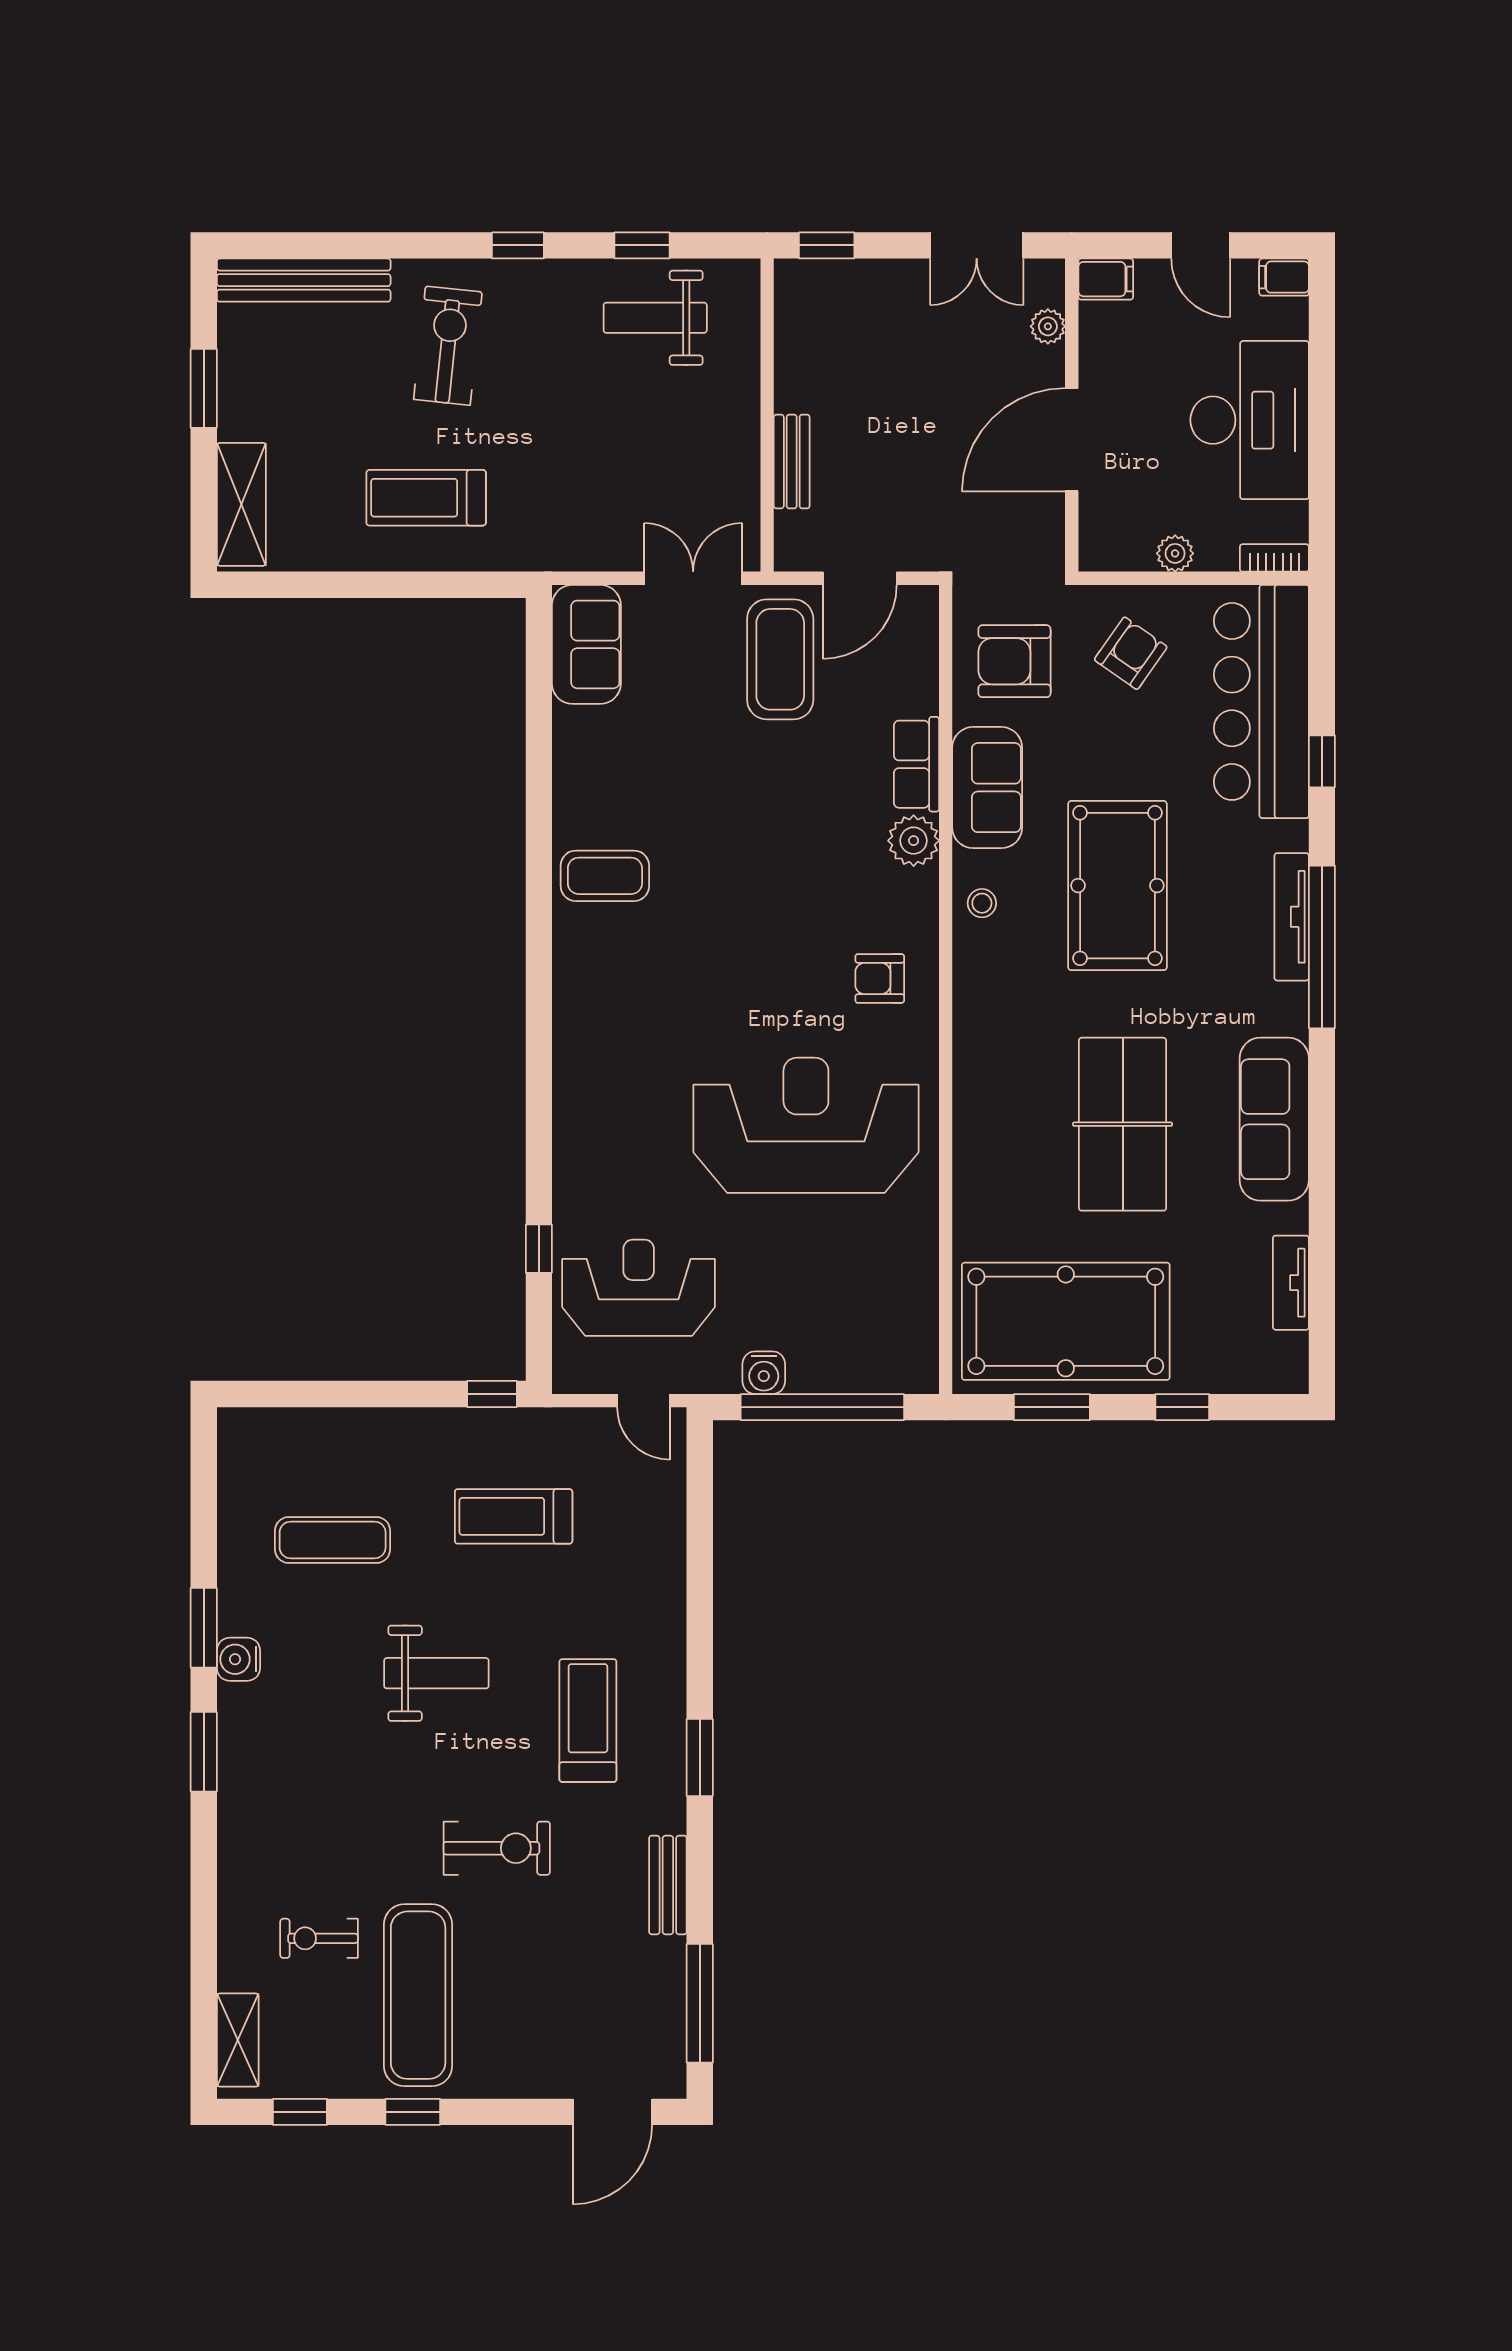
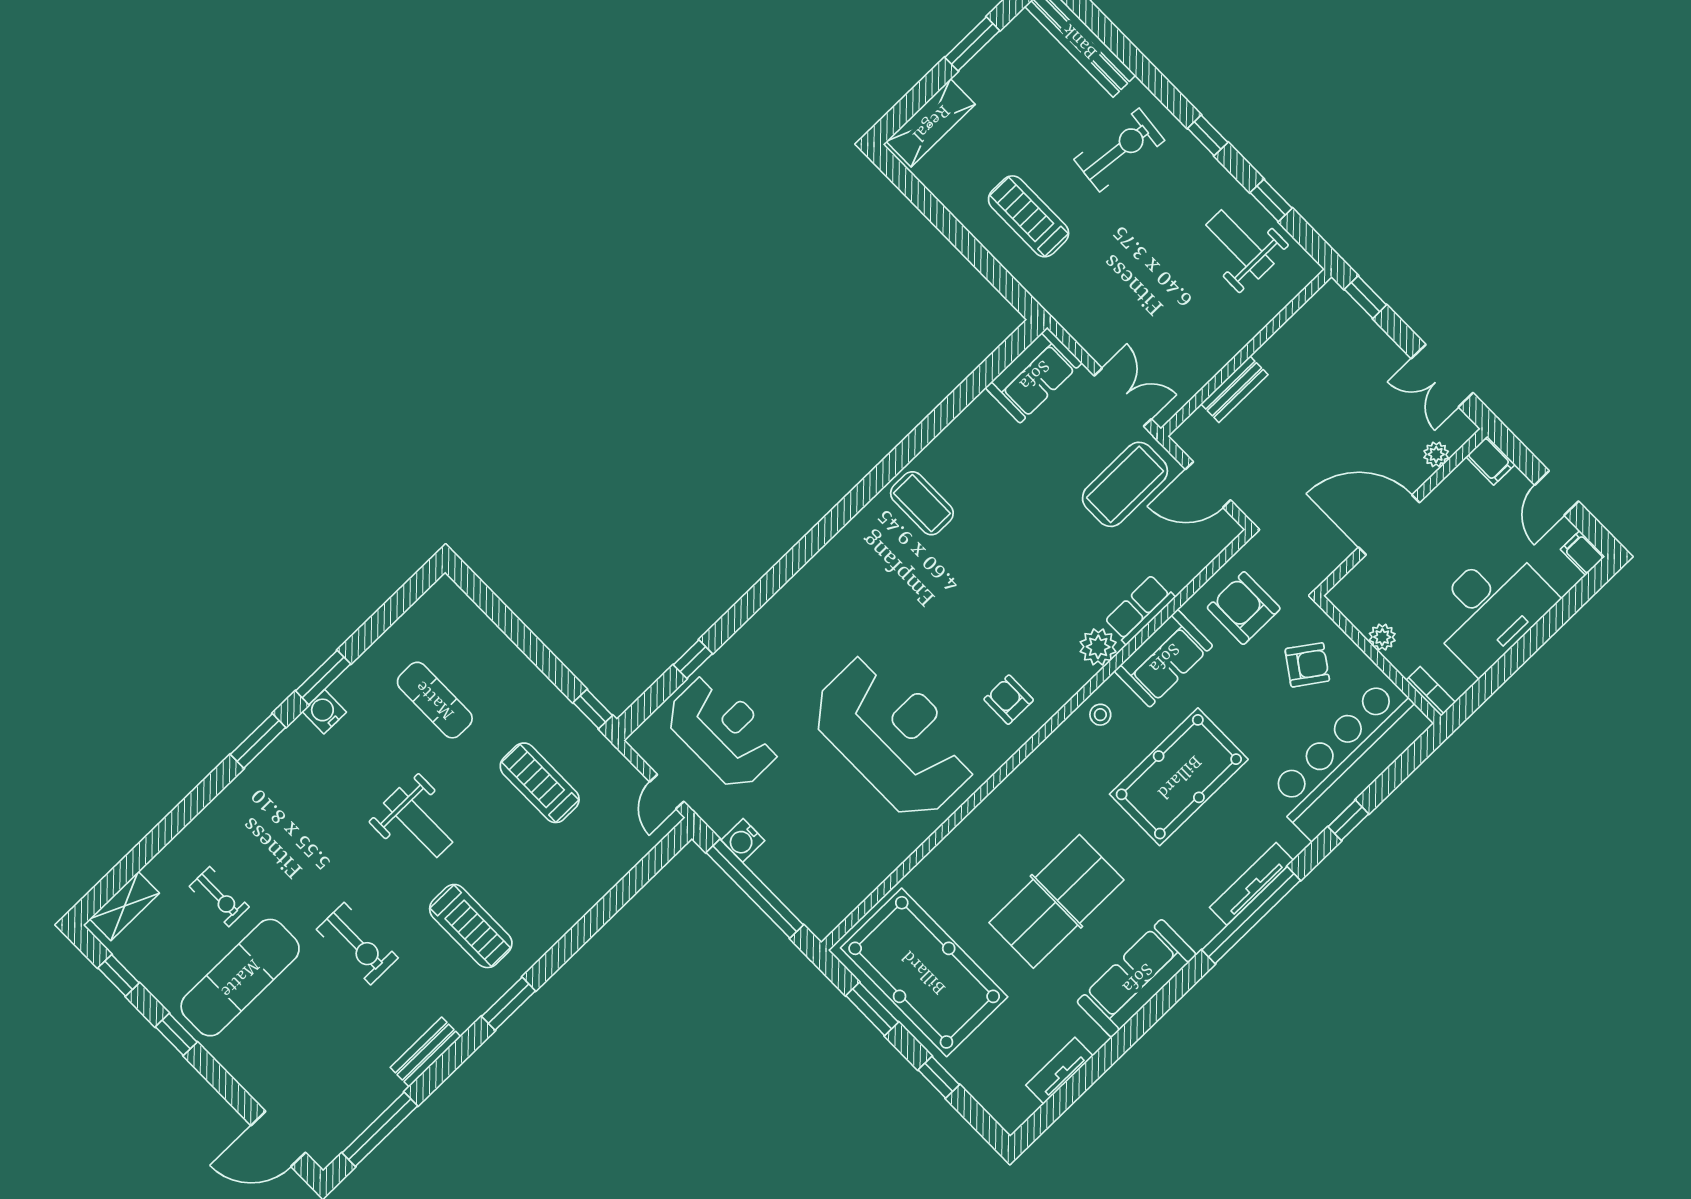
treadmill: (588, 1720) -> (471, 926), turned 90
exercise bike: (319, 1938) -> (219, 897), turned 180

